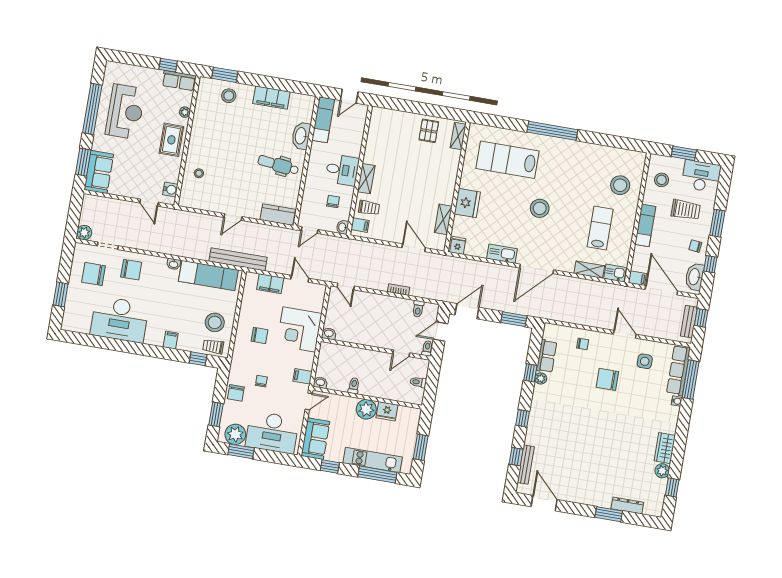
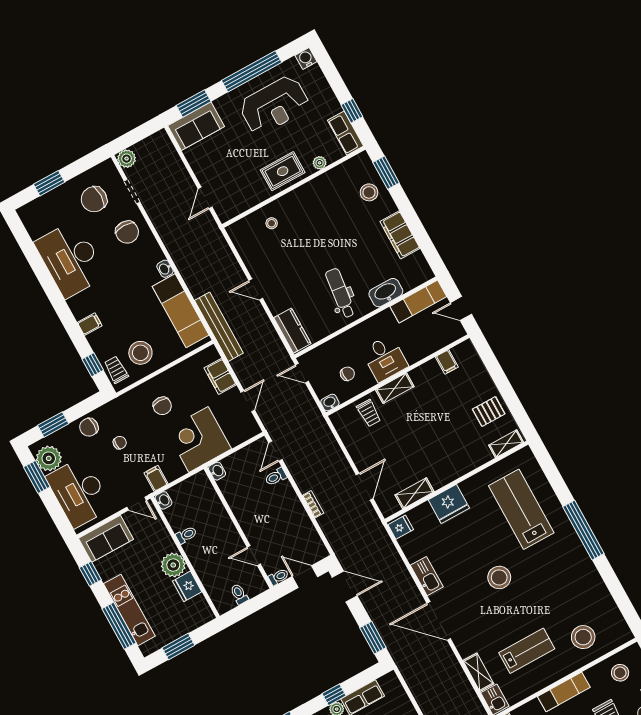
water cooler: (170, 190) -> (306, 59), moved, turned 180
filing cabinet: (360, 225) -> (447, 362), moved
chair: (94, 274) -> (94, 199), turned -90
toilet: (418, 309) -> (276, 477), moved

